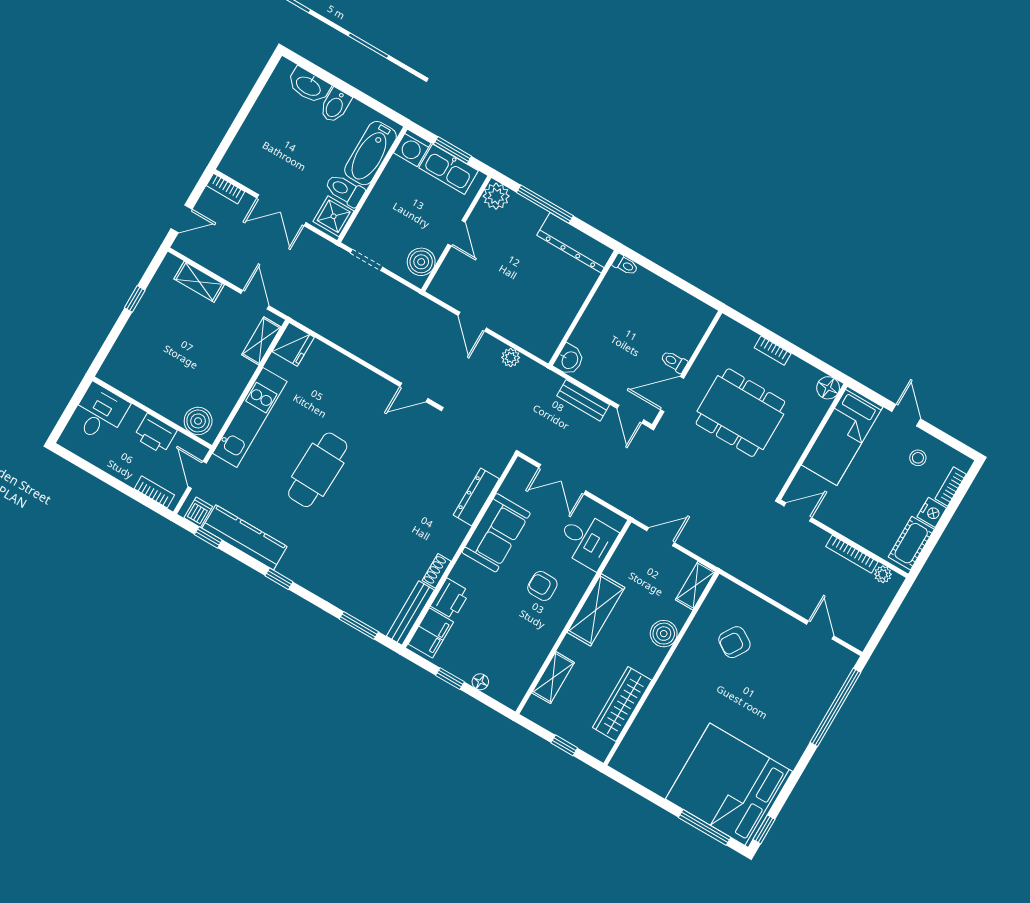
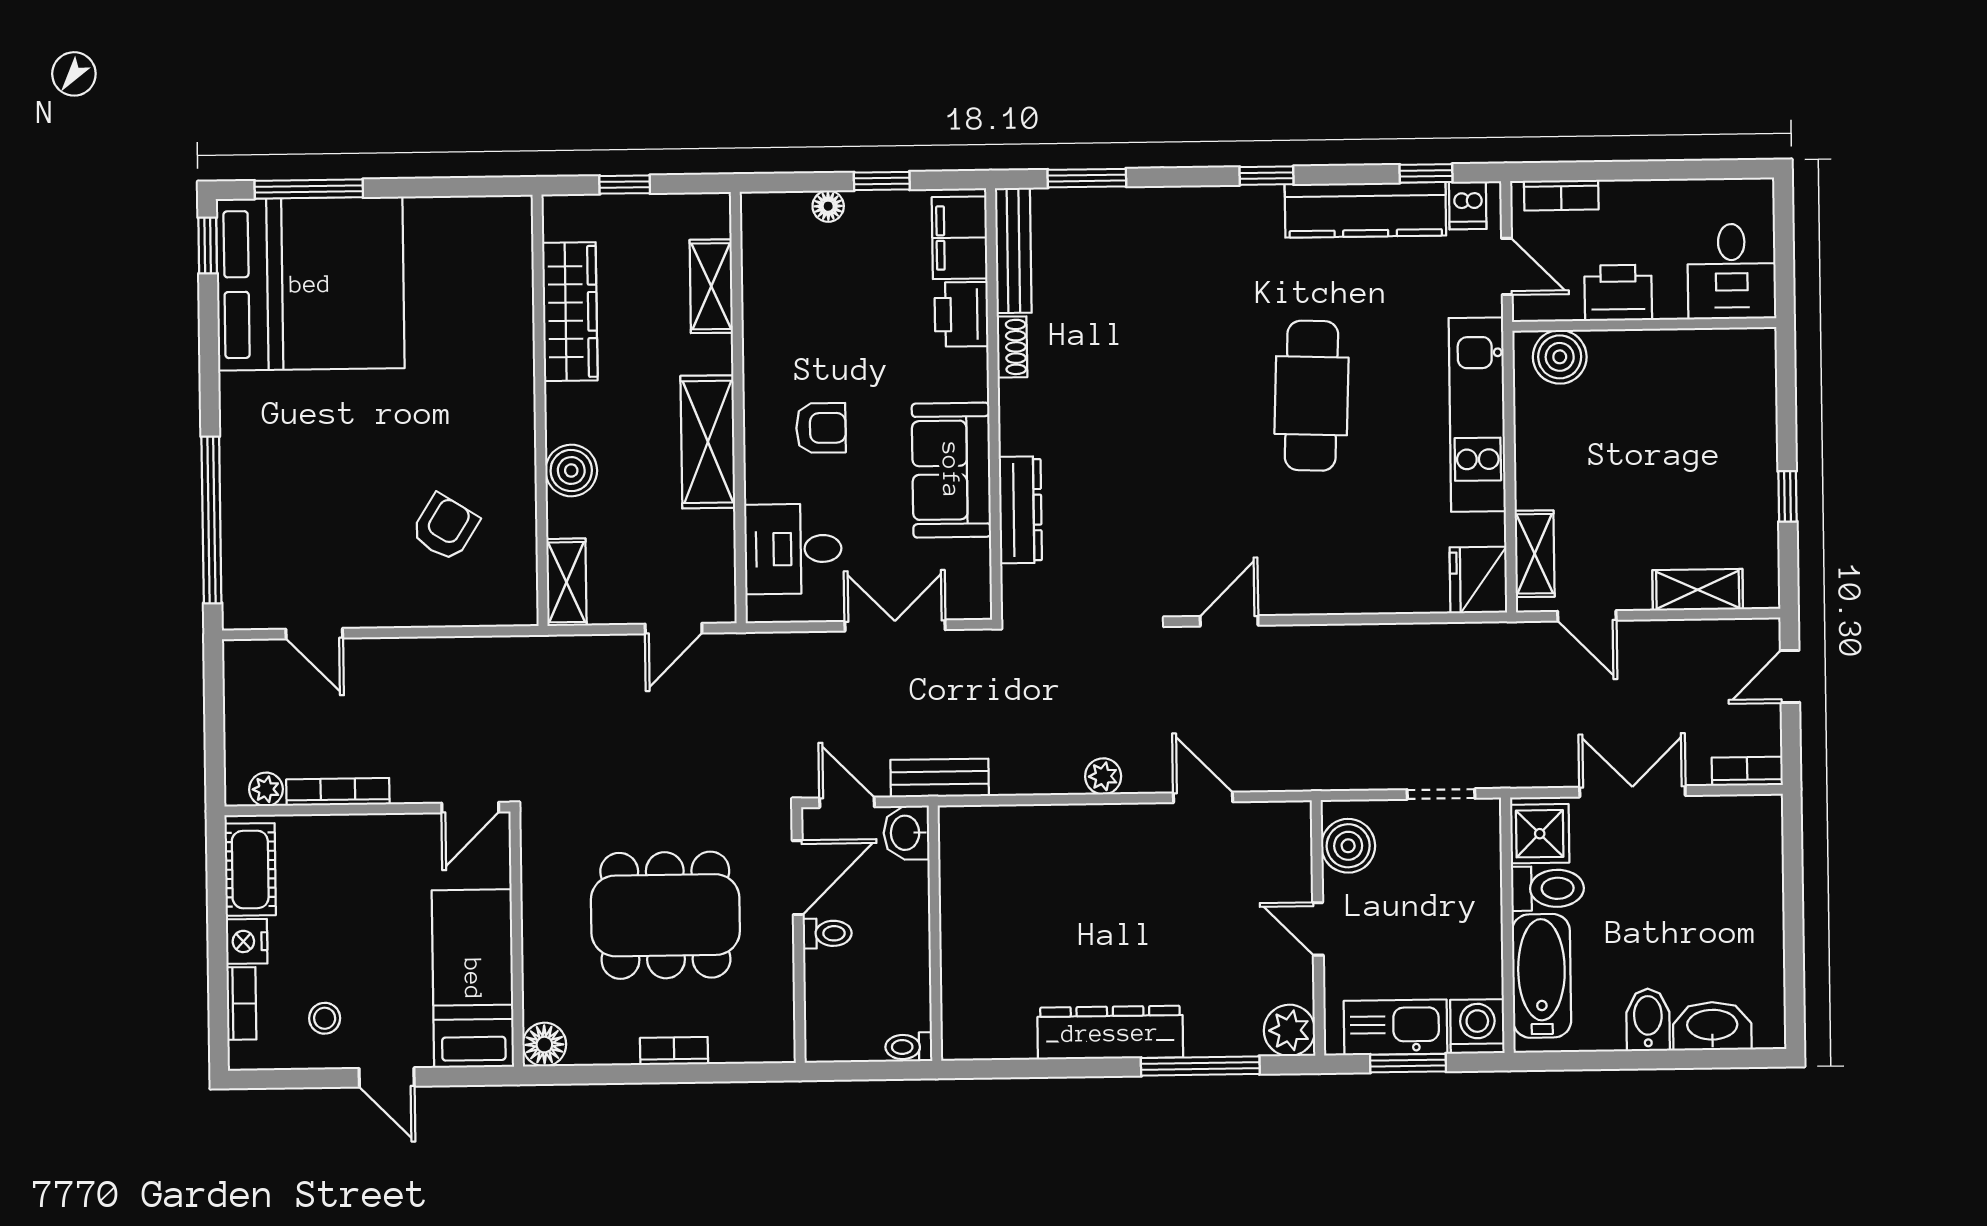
toilet: (625, 265) -> (909, 1047), moved
wall: (583, 308) -> (935, 933), moved
washbasin: (569, 360) -> (906, 833), moved

